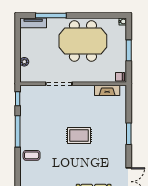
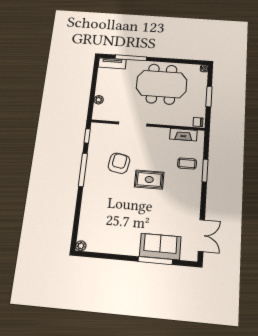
armchair: (50, 123) -> (119, 163), added
window: (129, 134) -> (205, 171), moved
coffee table: (32, 155) -> (187, 163), moved

